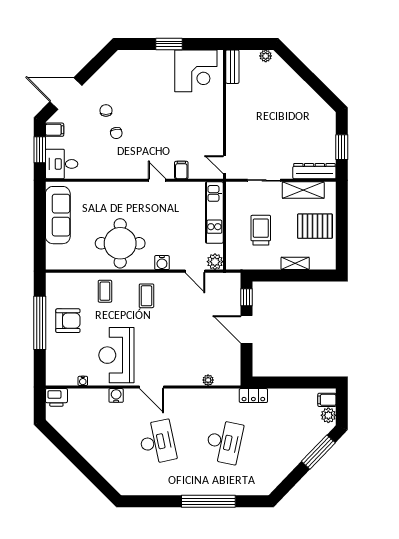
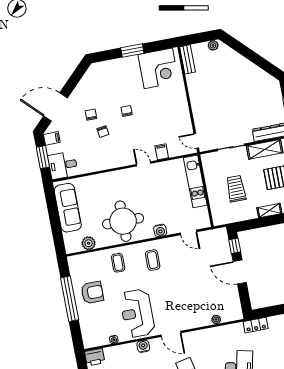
chair: (149, 114) -> (127, 111), added
plant: (215, 262) -> (89, 243), moved

